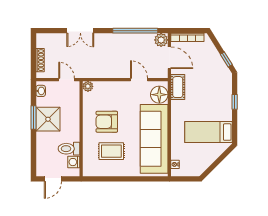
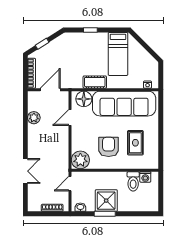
window: (135, 31) -> (25, 121), removed
plant: (161, 40) -> (34, 118), moved
window: (226, 59) -> (42, 44), moved
plant: (88, 86) -> (80, 160), width x1.88, depth x1.88
cot: (178, 87) -> (95, 82), moved
armchair: (107, 122) -> (109, 147), turned 180
door: (53, 179) -> (161, 196), removed

